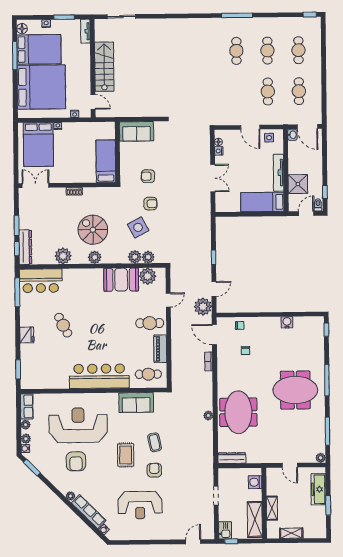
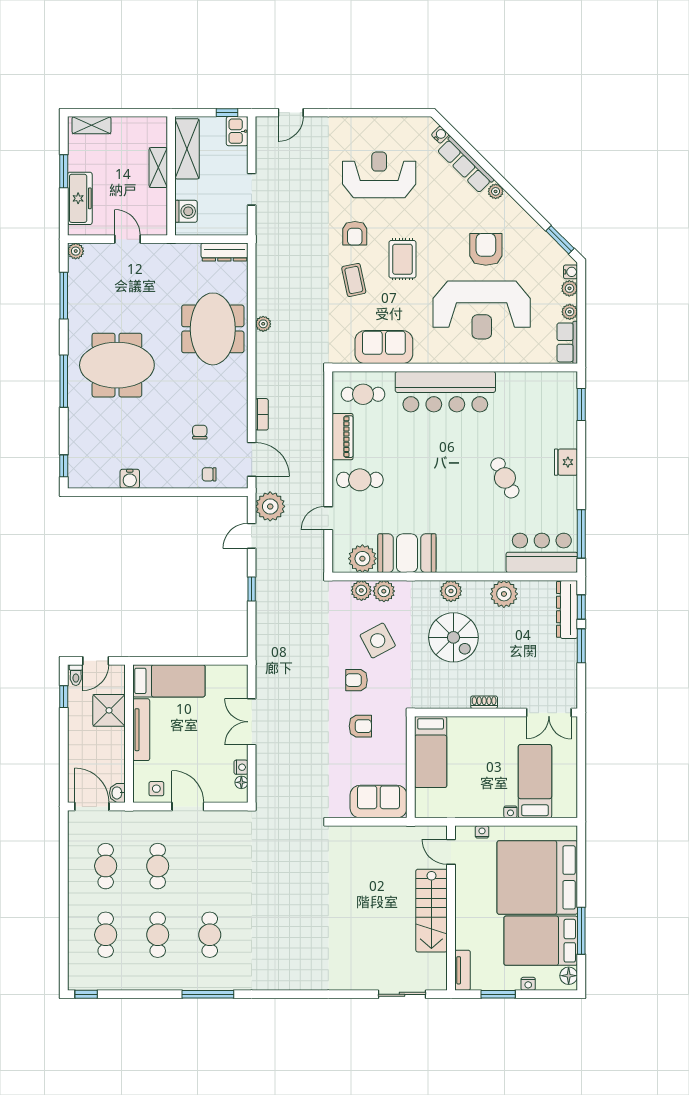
bed: (38, 144) -> (535, 781), width x0.67
shelving: (291, 533) -> (91, 125), moved

